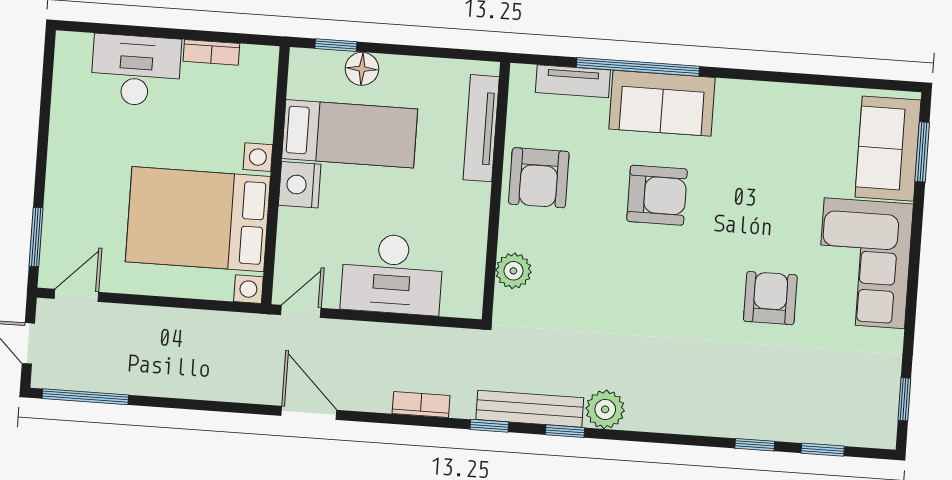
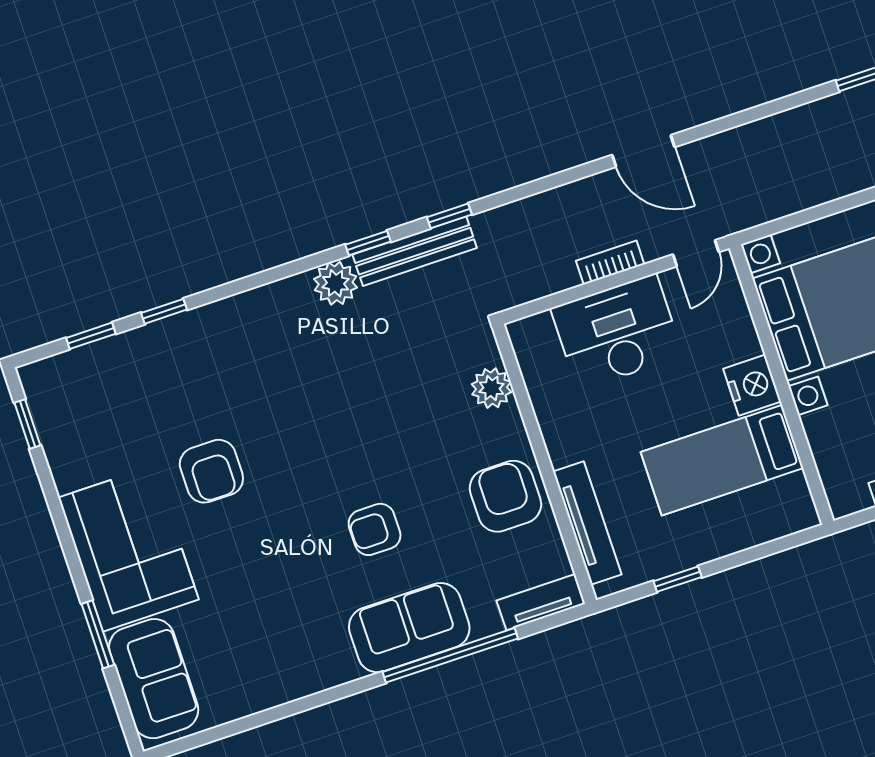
window: (336, 45) -> (678, 579), moved
floor lamp: (362, 69) -> (738, 533), removed
tv unit: (573, 81) -> (541, 602), moved
window: (922, 152) -> (98, 634), moved
armchair: (657, 195) -> (375, 529), width x0.72, depth x0.72
bookcase: (421, 405) -> (610, 263), moved, turned 180

